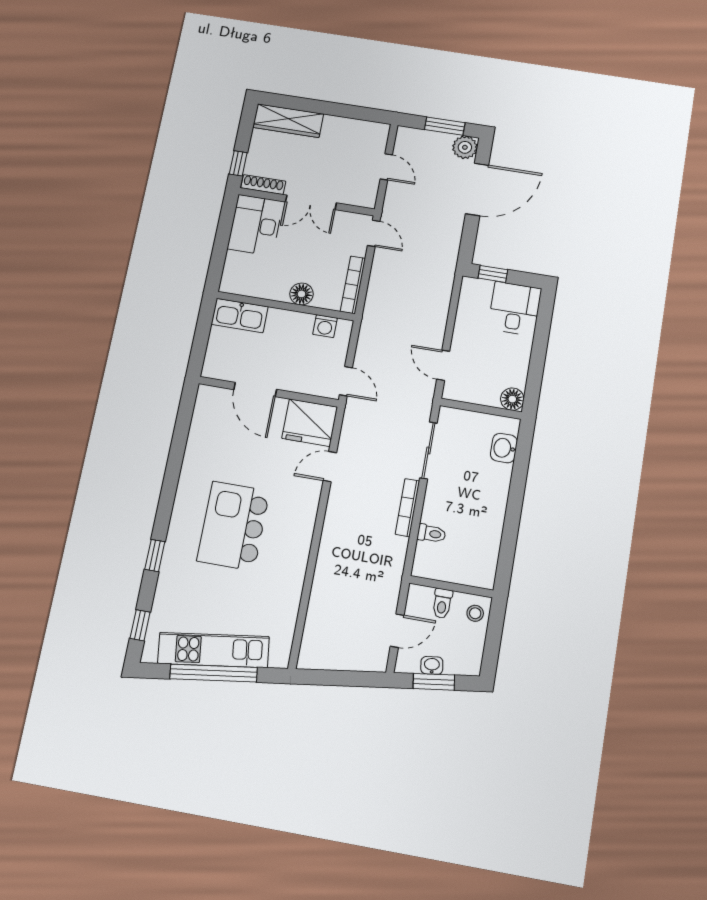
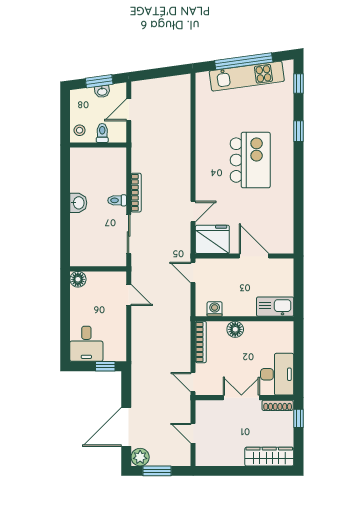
washbasin: (504, 448) -> (78, 203), moved
toilet: (431, 534) -> (117, 200), moved

